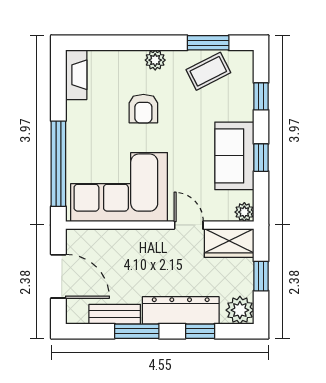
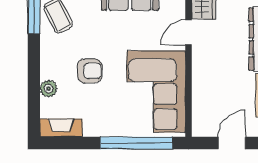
plant: (155, 60) -> (49, 89), moved
door: (58, 276) -> (232, 143), width x0.73

